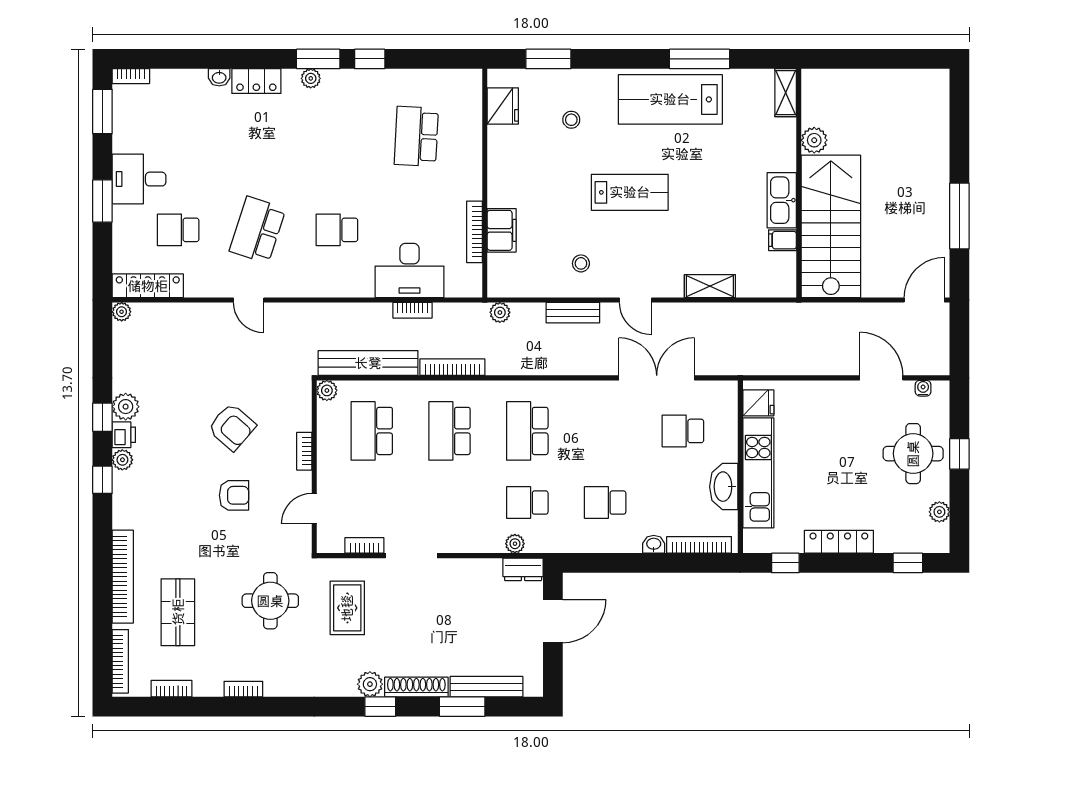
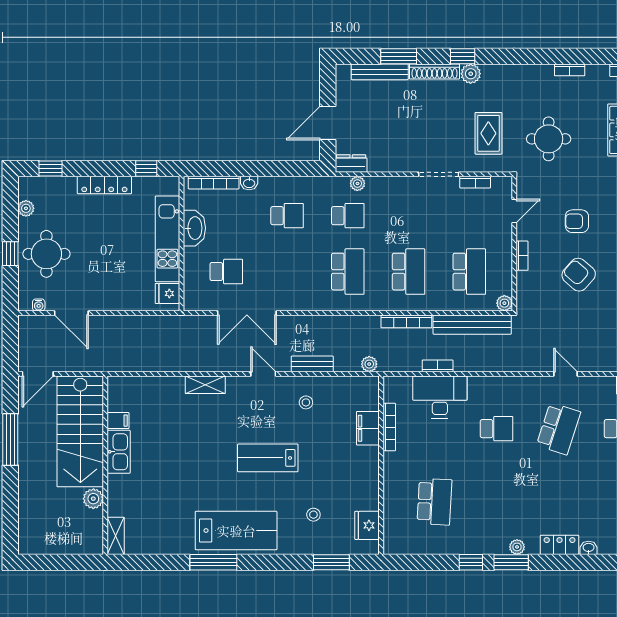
shelving: (786, 93) -> (116, 536), moved
plant: (814, 140) -> (93, 499), moved
wall: (799, 183) -> (105, 465), moved
kitchen sink: (782, 200) -> (119, 452), moved
stairs: (831, 226) -> (80, 431), moved
filing cabinet: (782, 240) -> (118, 421), moved

